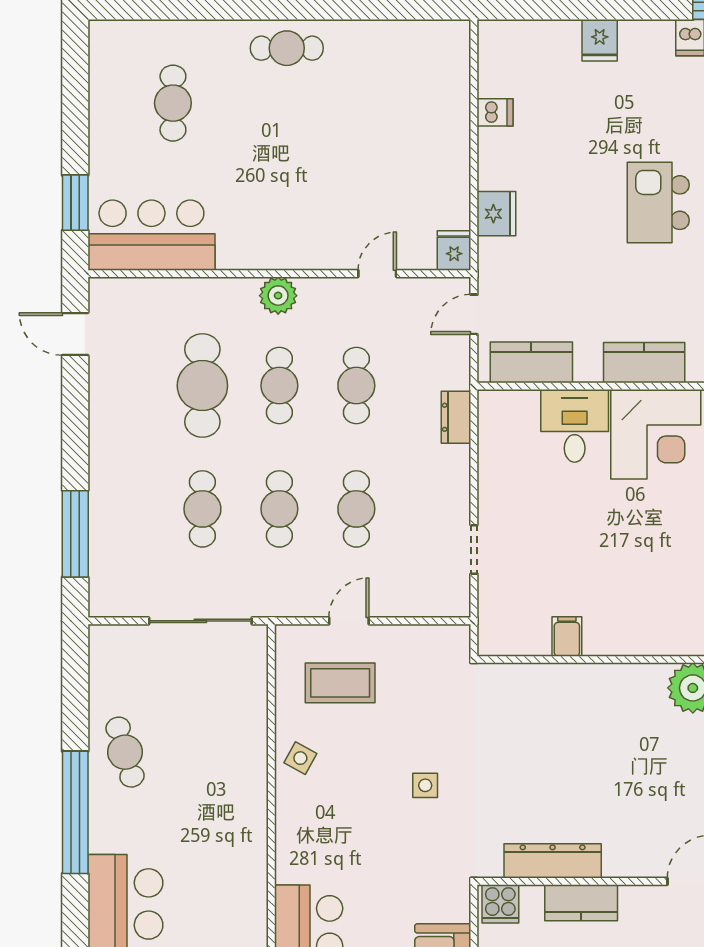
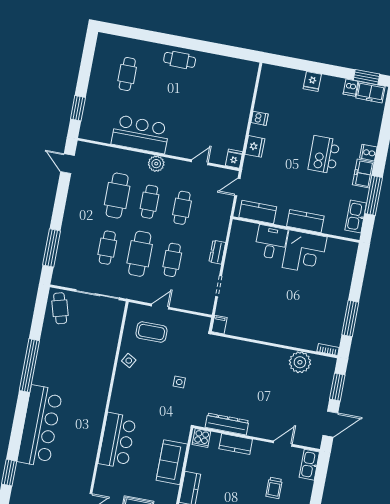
dishwasher: (495, 112) -> (260, 118), moved
bar counter: (151, 235) -> (140, 134), moved
dresser: (456, 417) -> (217, 252), moved
cafe table: (279, 509) -> (140, 254), width x1.37, depth x1.35
filing cabinet: (567, 636) -> (219, 325), moved
cafe table: (125, 752) -> (60, 308), moved

